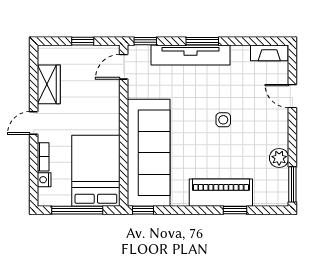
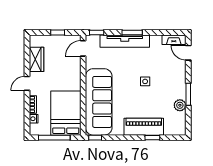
door: (292, 96) -> (188, 53), moved
window: (292, 184) -> (188, 94), moved

